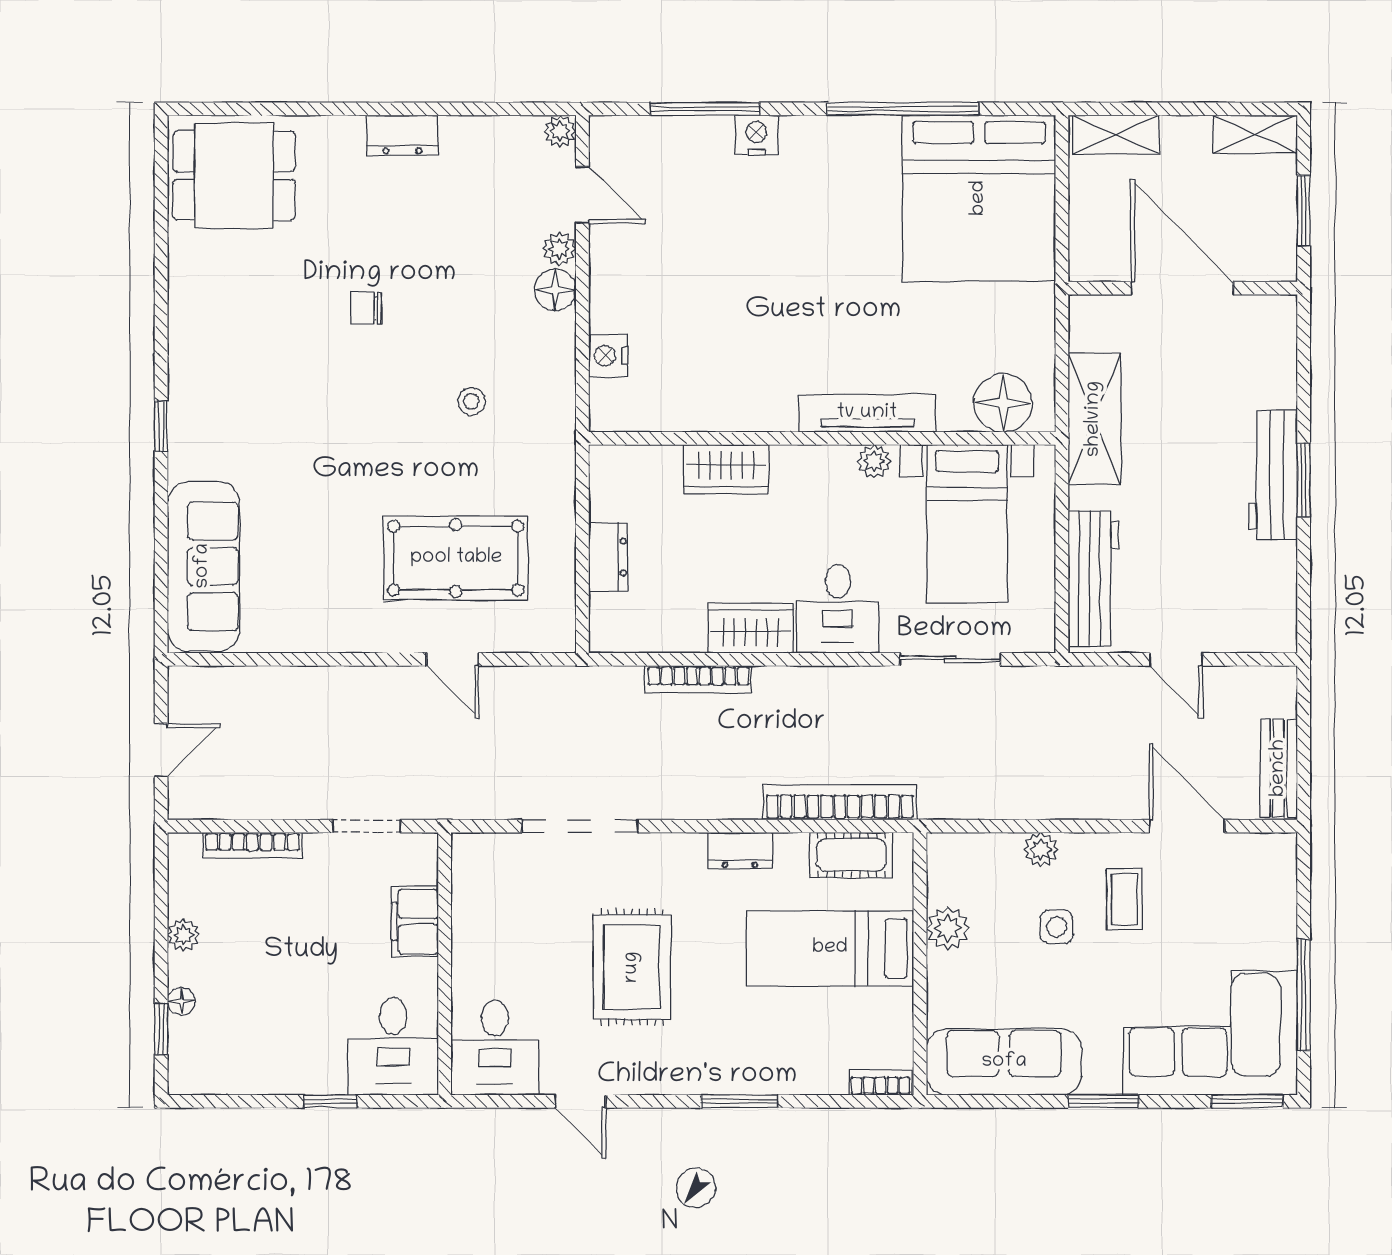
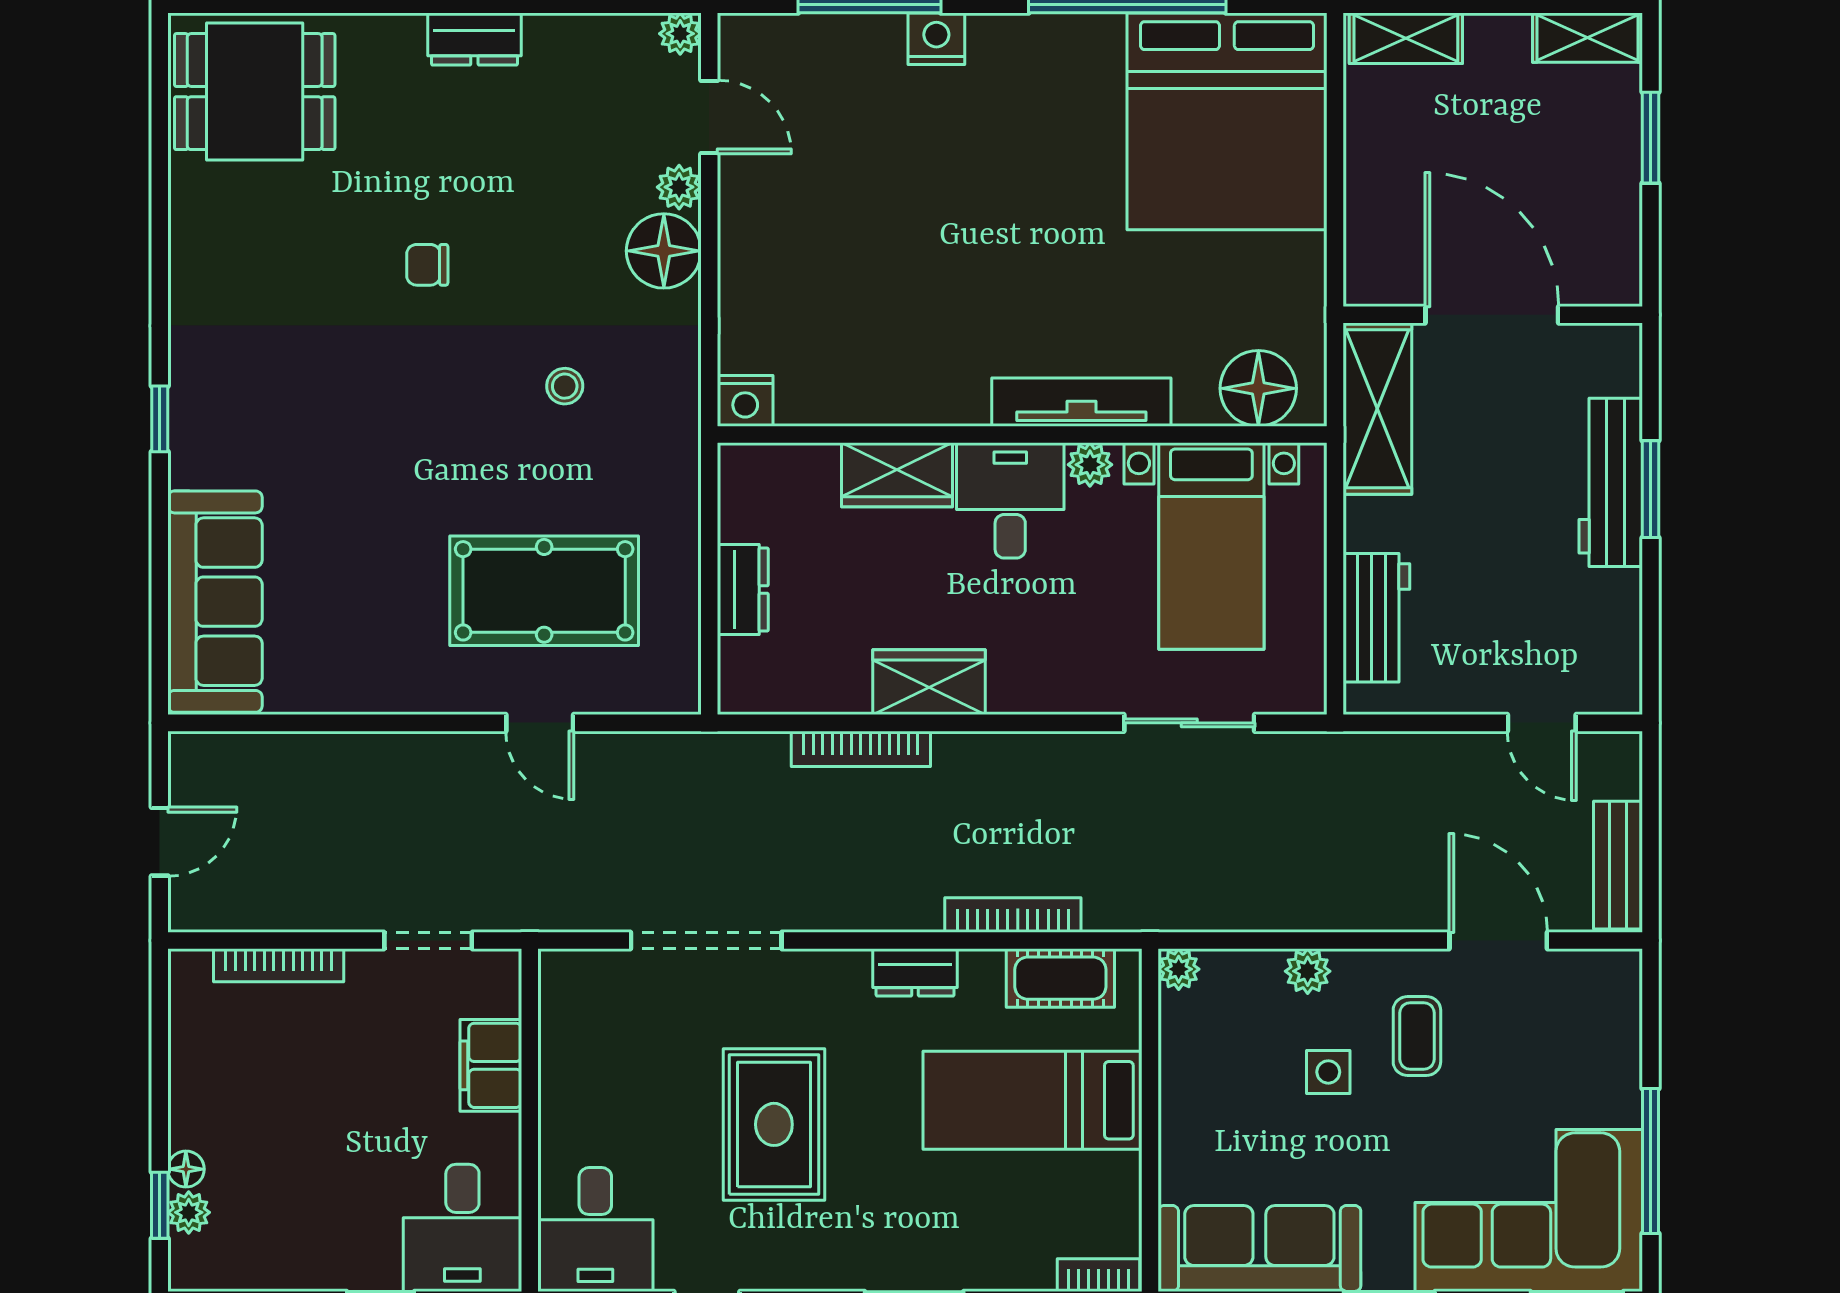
door: (1182, 288) -> (1492, 315), moved
wall: (1183, 288) -> (1493, 315), moved
floor lamp: (555, 290) -> (664, 251), width x1.38, depth x1.38
nightstand: (608, 356) -> (745, 401), moved, turned -90
workbench: (1094, 579) -> (1376, 618), width x0.73
desk: (838, 609) -> (1010, 500), moved, turned 180
door: (1176, 659) -> (1542, 723), moved
bookcase: (840, 802) -> (1013, 915), width x0.68, depth x0.76
plant: (948, 928) -> (1179, 969), moved, width x0.73, depth x0.73
plant: (183, 935) -> (189, 1212), moved

